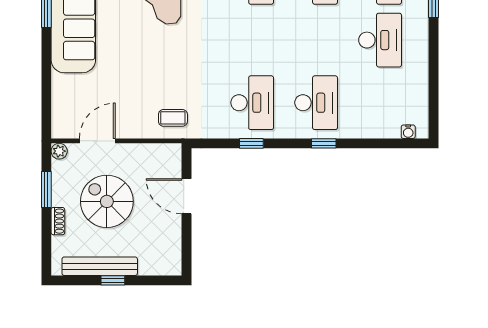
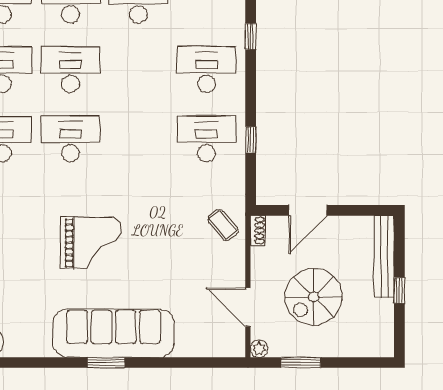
coffee table: (173, 118) -> (223, 225), turned -41
window: (324, 143) -> (251, 36), moved
shoe rack: (58, 221) -> (258, 231), moved, turned 90
bench: (100, 266) -> (384, 256), moved

